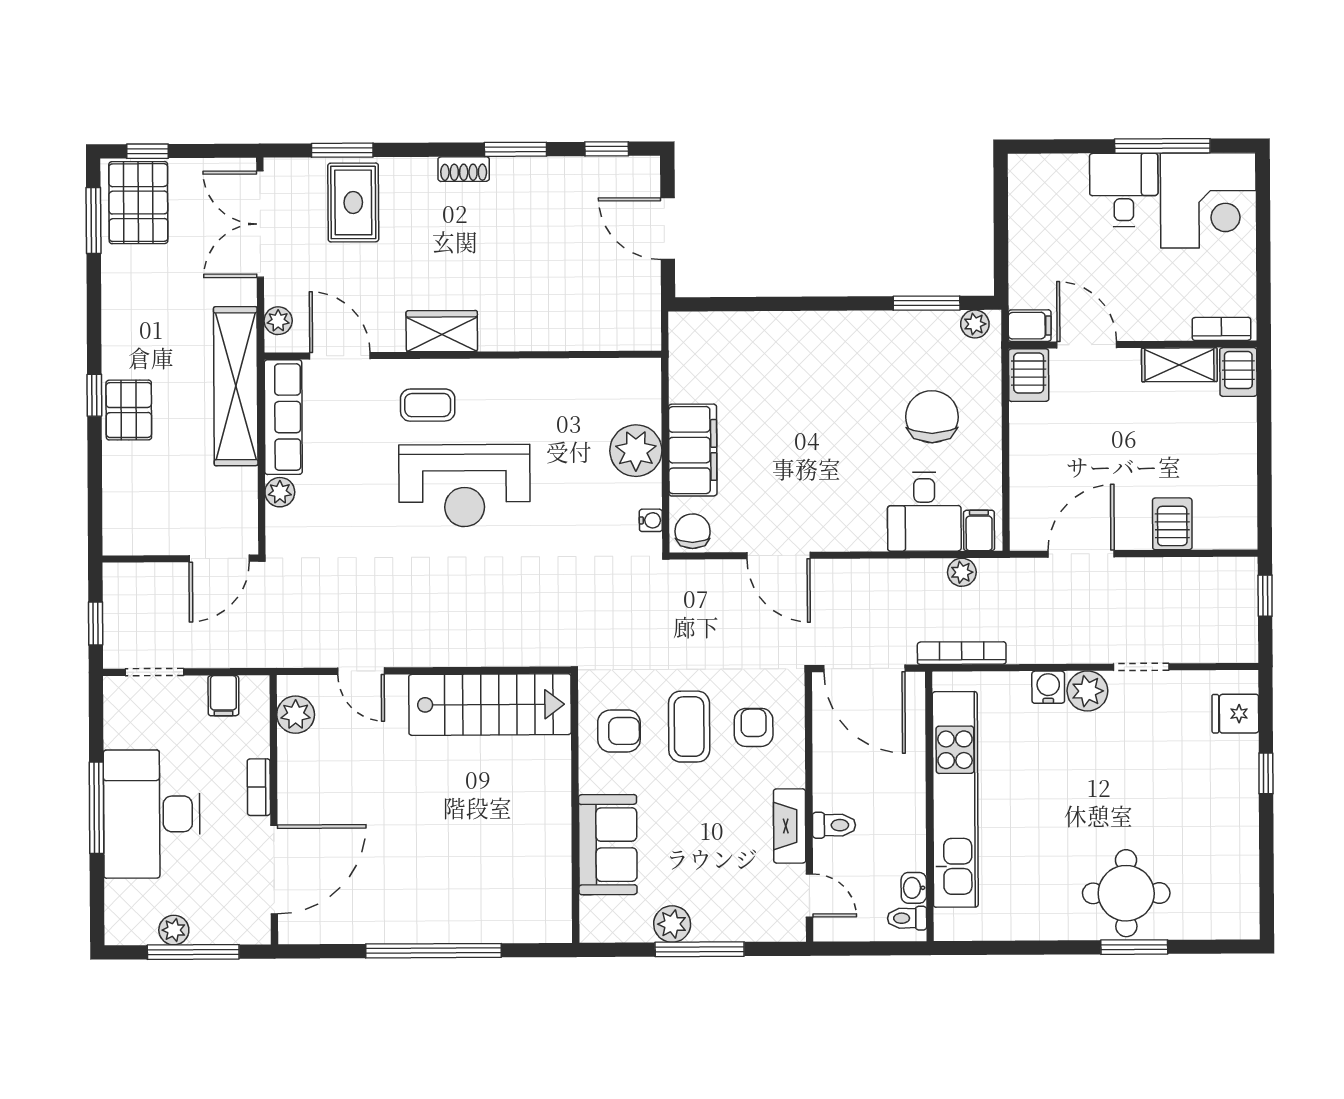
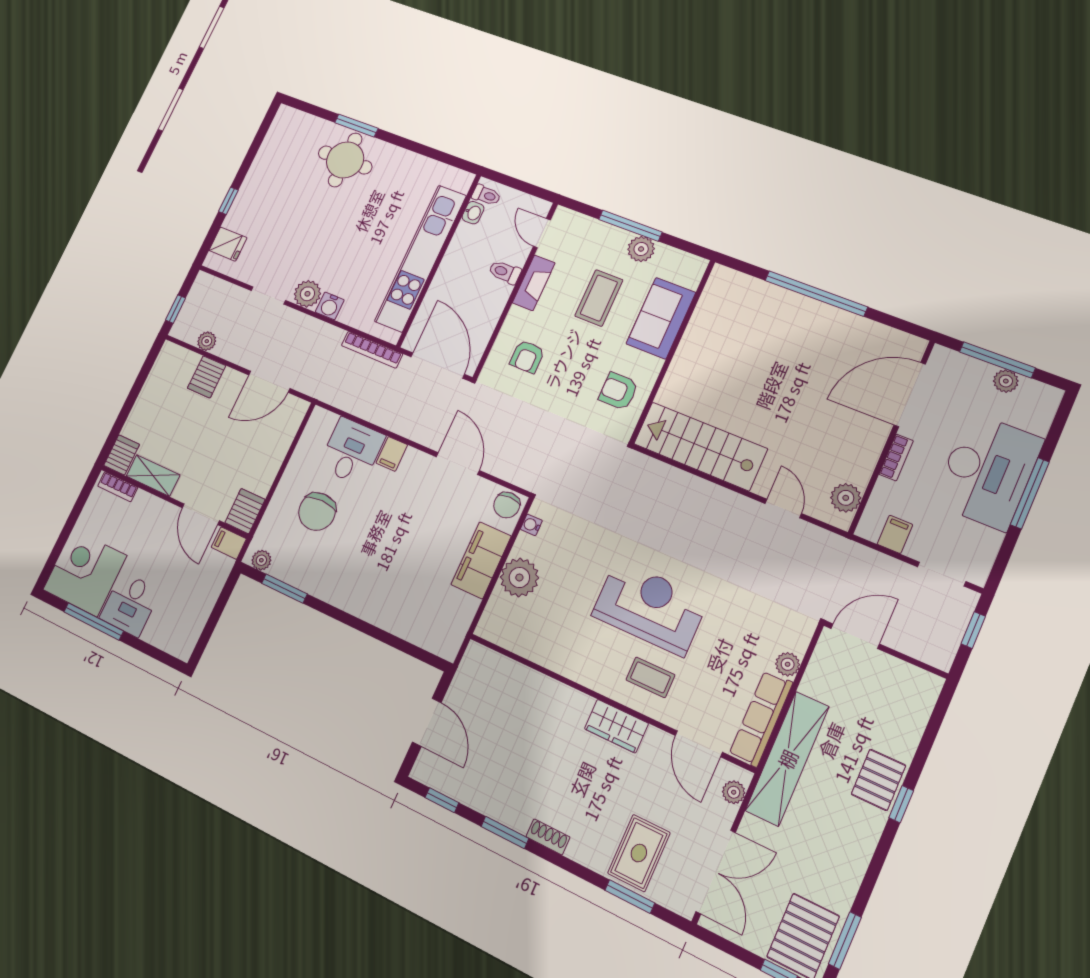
filing cabinet: (979, 531) -> (392, 454), moved
plant: (962, 572) -> (207, 341), moved
coffee table: (689, 727) -> (599, 298), moved

